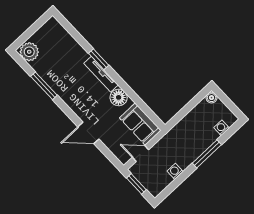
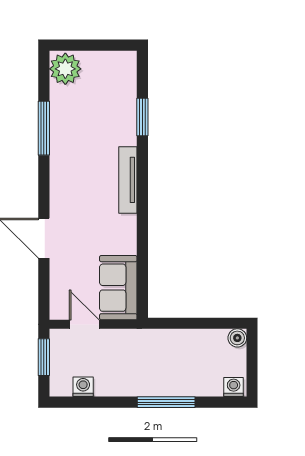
window: (99, 59) -> (142, 117), moved
floor lamp: (119, 97) -> (123, 229), removed
washing machine: (222, 128) -> (234, 387), moved
washing machine: (175, 171) -> (83, 387), moved

